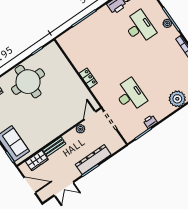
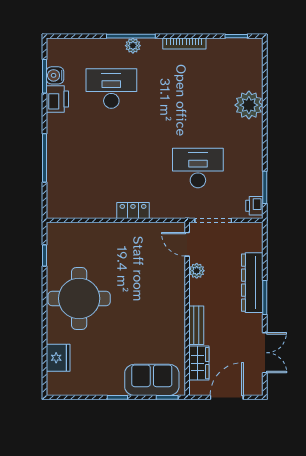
printer: (150, 122) -> (254, 206), moved

